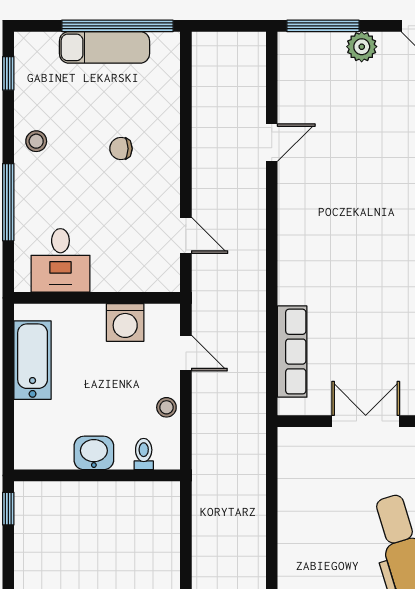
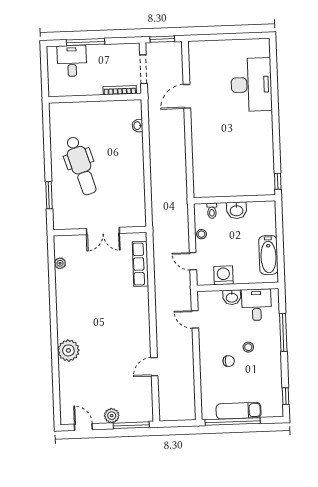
stool: (36, 141) -> (248, 347), moved
washbasin: (110, 277) -> (232, 297), added

